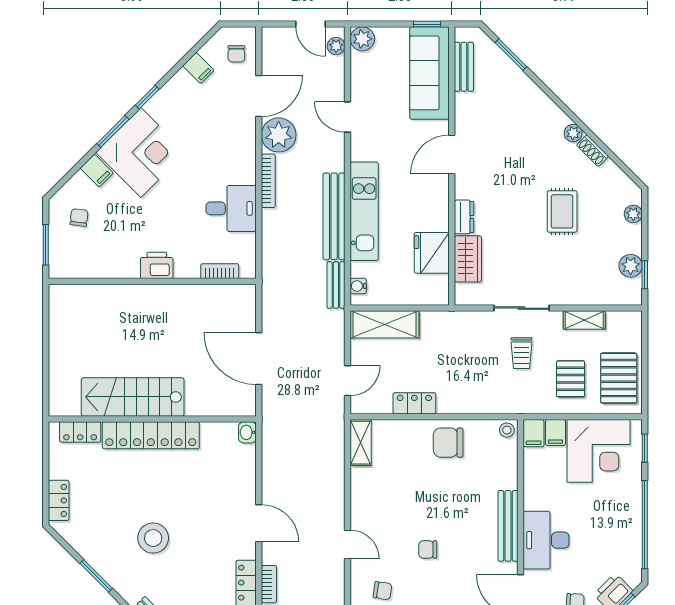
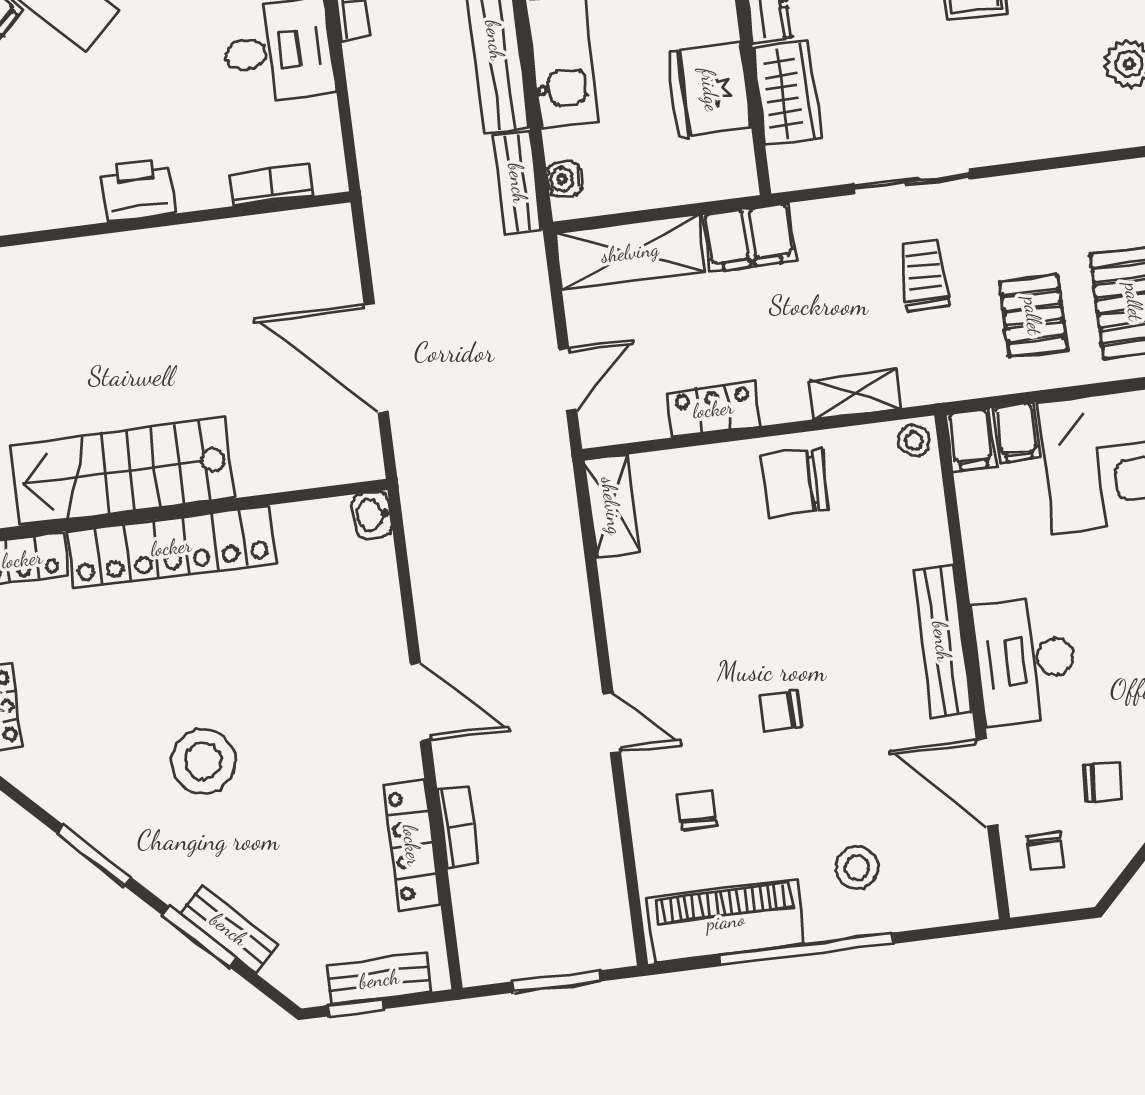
shelving: (584, 320) -> (855, 394), moved
filing cabinet: (442, 325) -> (749, 237), added
trolley: (521, 353) -> (924, 276), turned 180
chair: (382, 591) -> (697, 810), turned -98

